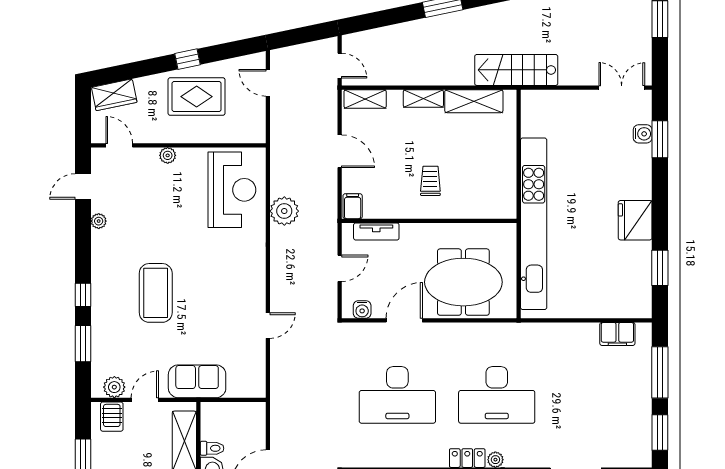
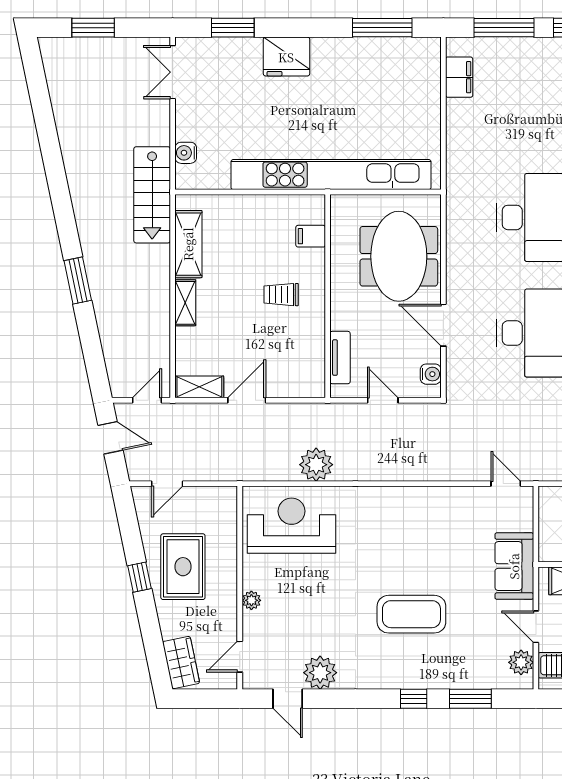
door: (307, 34) -> (111, 438), added
shelving: (365, 99) -> (199, 387), moved, turned 90
water cooler: (643, 134) -> (186, 153), moved, turned -90
filing cabinet: (353, 206) -> (311, 236), moved
fridge: (635, 220) -> (286, 57), moved
plant: (99, 221) -> (320, 673), width x1.88, depth x1.88
window: (660, 268) -> (382, 28), width x1.44
door: (268, 326) -> (506, 484), moved

